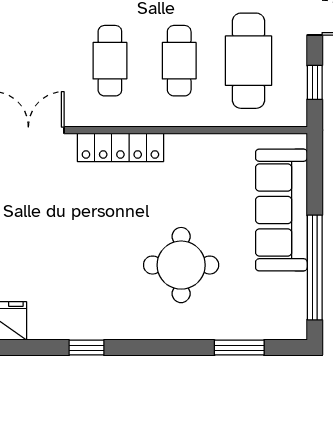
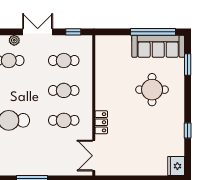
cafe table: (248, 61) -> (64, 61), width x0.73, depth x0.74
locker: (120, 147) -> (101, 122), width x0.66
sofa: (281, 210) -> (158, 46), moved

